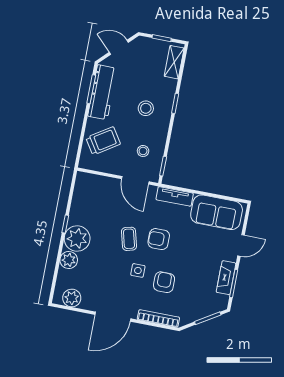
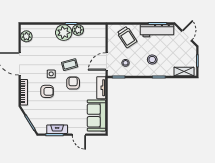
plant: (69, 260) -> (78, 30), moved

